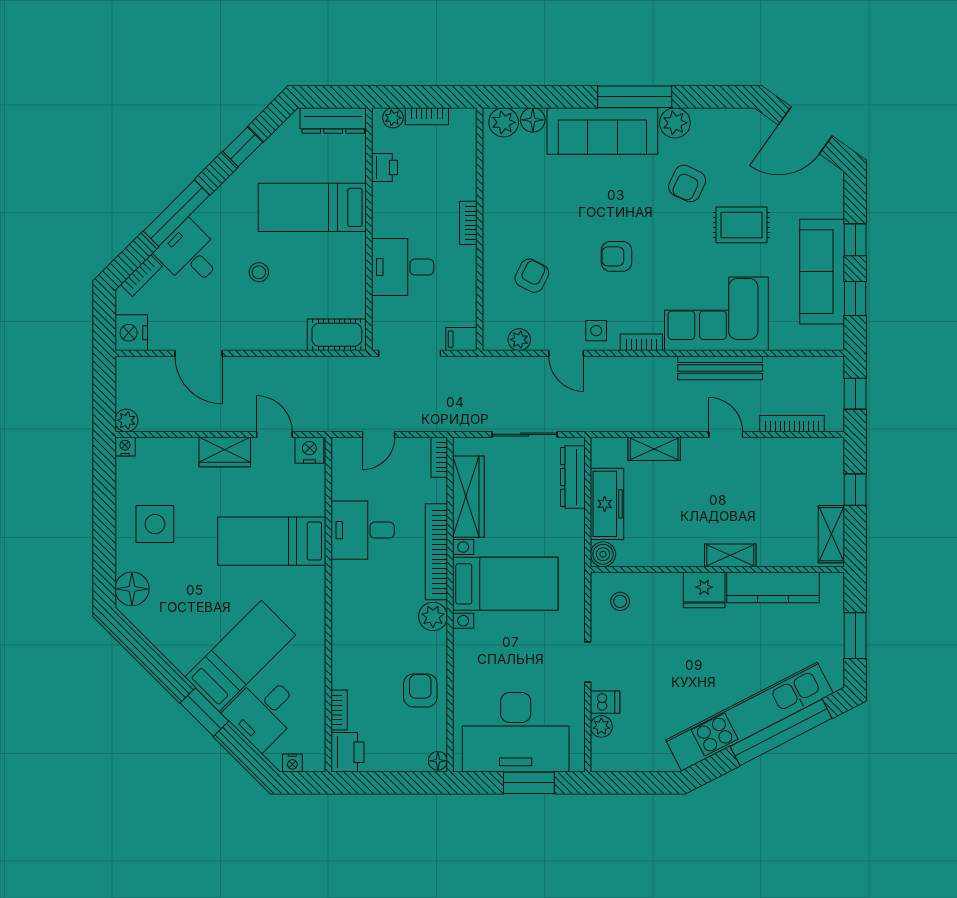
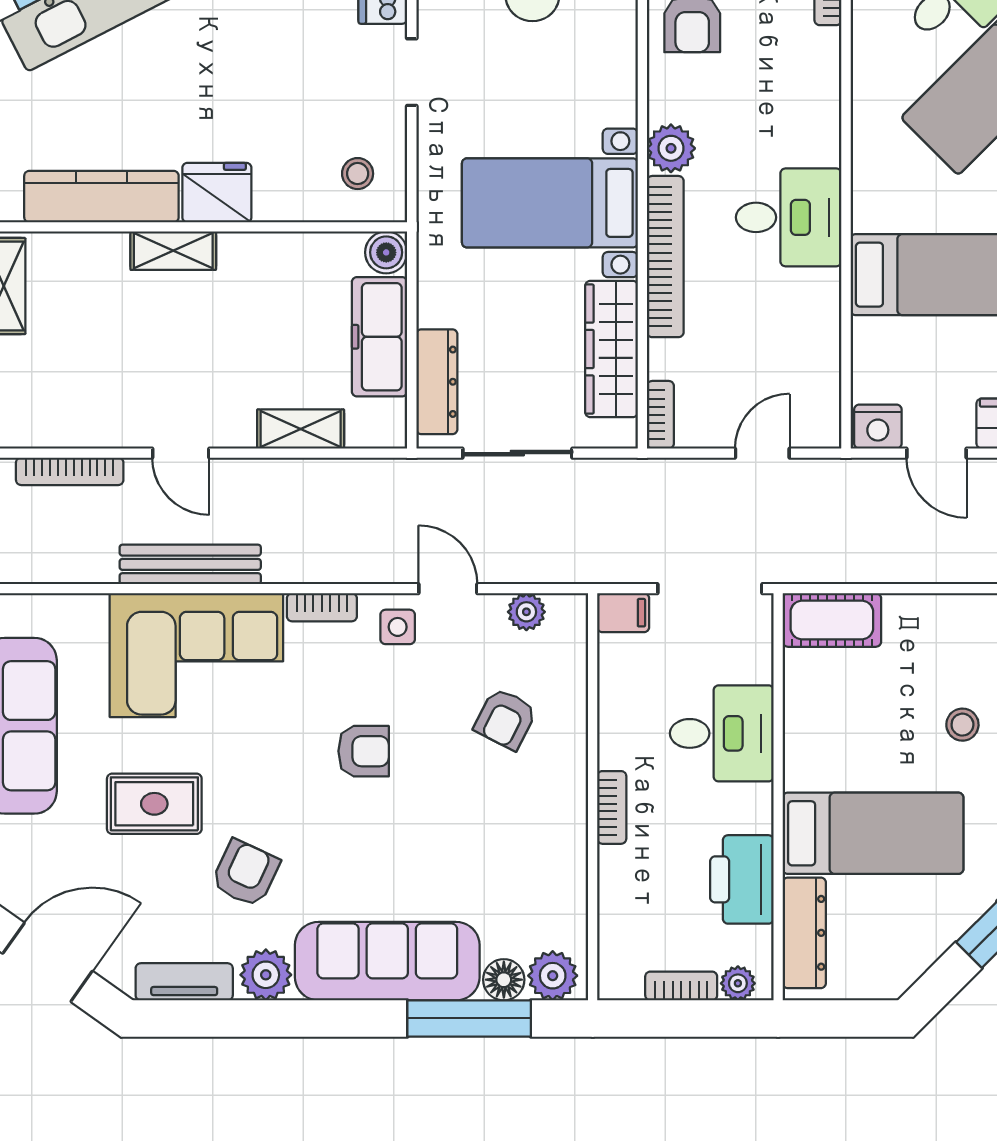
window: (635, 97) -> (469, 1018), moved
tv unit: (724, 119) -> (184, 982), added
dresser: (333, 121) -> (804, 933), moved, turned 90
printer: (384, 167) -> (742, 879), width x1.87, depth x1.48
desk: (363, 530) -> (789, 217), moved

